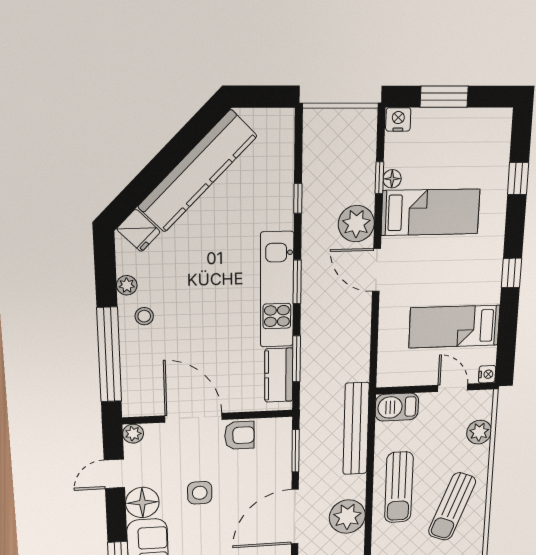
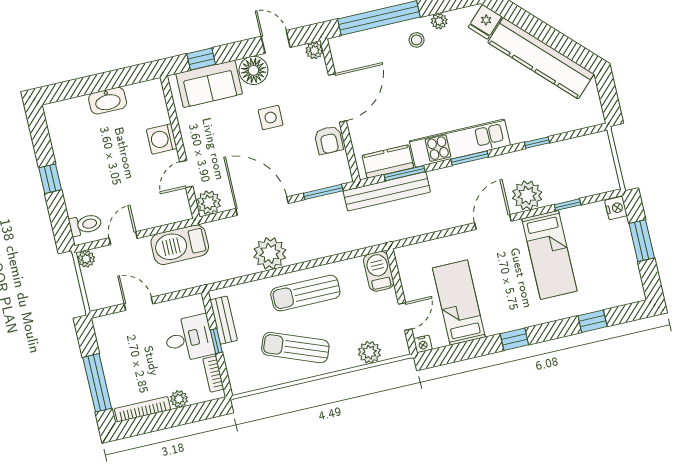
floor lamp: (392, 179) -> (569, 215), removed
bench: (356, 429) -> (387, 191), moved

